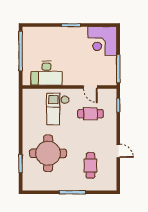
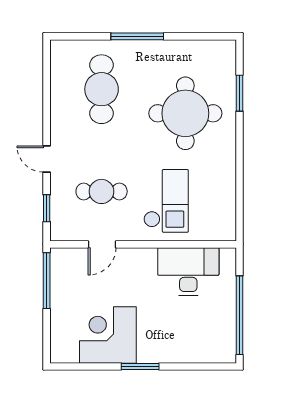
corner desk: (102, 41) -> (108, 335), moved, turned -90
door: (90, 87) -> (102, 244), swing flipped
door: (118, 151) -> (47, 159), moved
cafe table: (90, 165) -> (102, 89), width x1.37, depth x1.35

